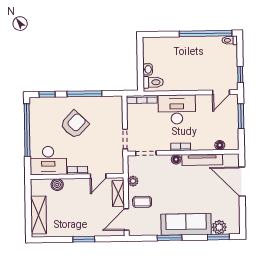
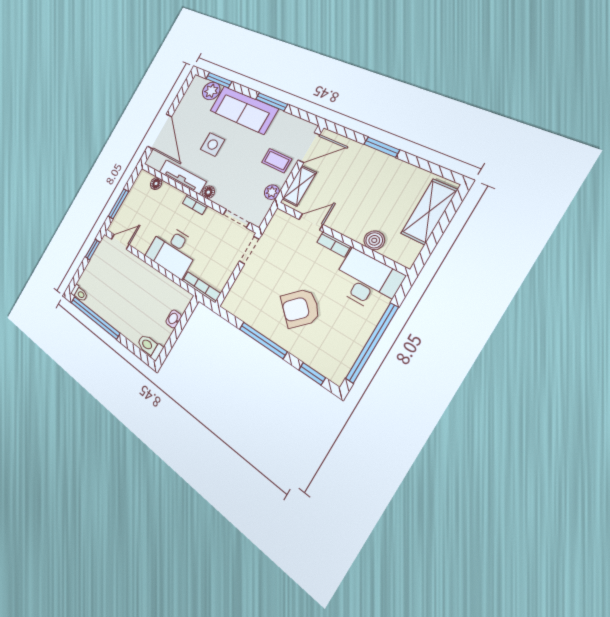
toilet: (153, 82) -> (150, 347), moved
side table: (194, 192) -> (213, 145), added

